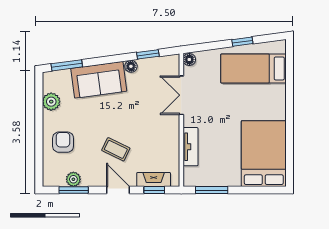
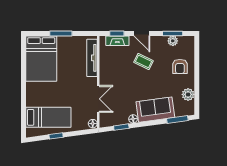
tv unit: (190, 147) -> (92, 58), width x1.41
window: (212, 190) -> (61, 33), moved

